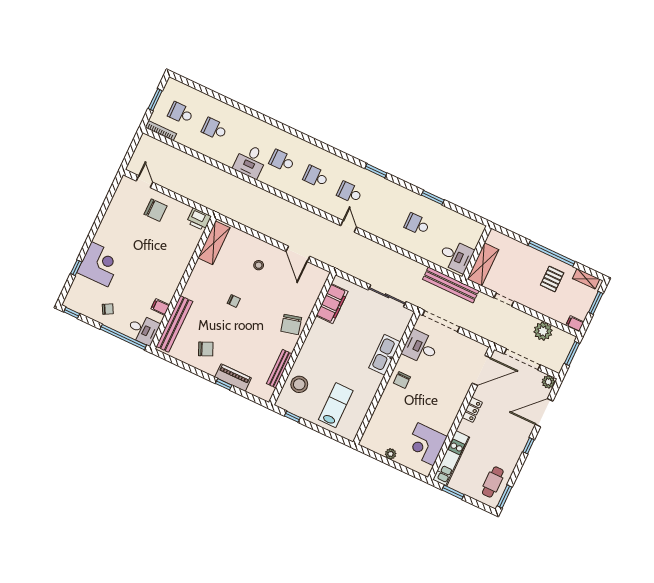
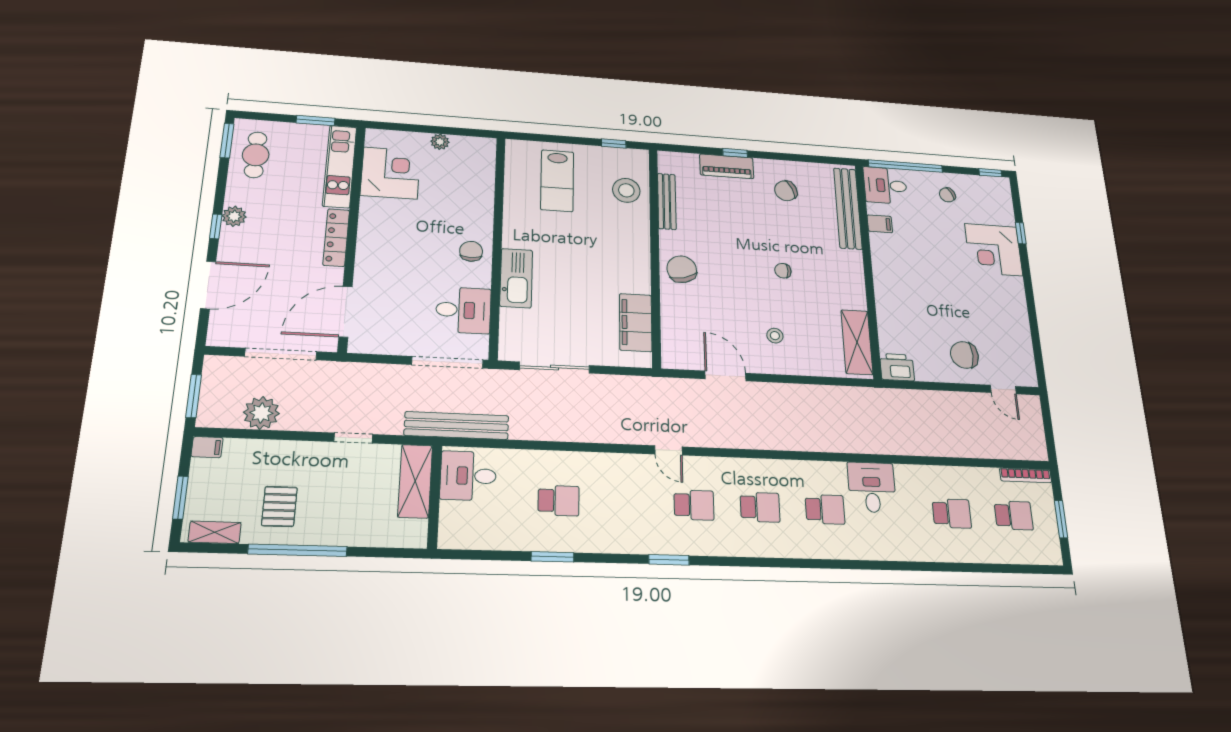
plant: (548, 382) -> (234, 216), moved
locker: (472, 410) -> (336, 238), width x1.53

